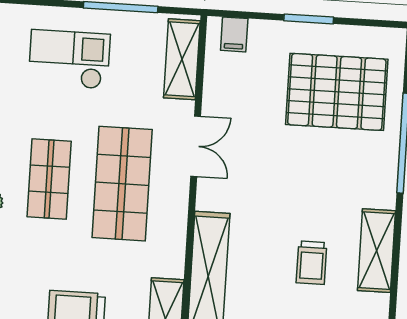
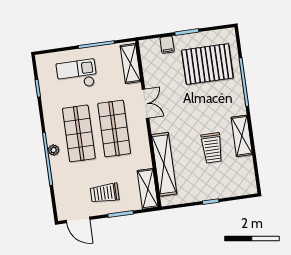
filing cabinet: (234, 34) -> (167, 45), moved
shop shelf: (49, 179) -> (79, 133), width x1.43, depth x1.36
trolley: (312, 263) -> (212, 148), width x1.36, depth x1.39

